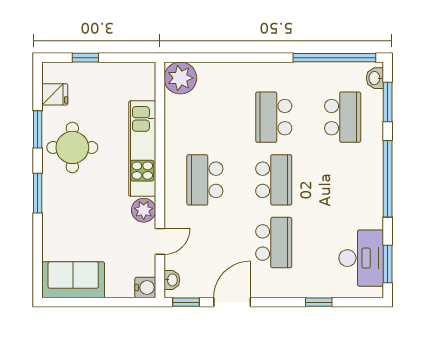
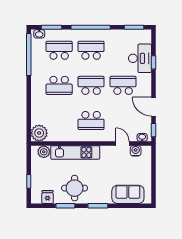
school desk: (343, 180) -> (91, 50), added
plant: (144, 210) -> (44, 152), moved
desk: (361, 258) -> (140, 58), moved, turned 90
sofa: (73, 280) -> (128, 194), moved, turned 90
water cooler: (145, 287) -> (136, 151), moved

